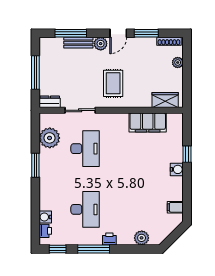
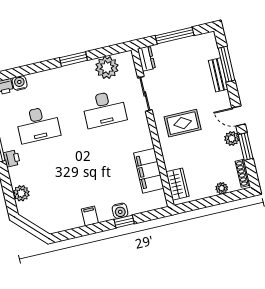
plant: (101, 44) -> (232, 138), moved
water cooler: (177, 169) -> (120, 211), moved
filing cabinet: (175, 207) -> (90, 216), moved

